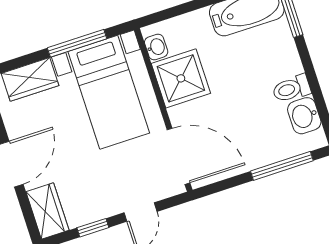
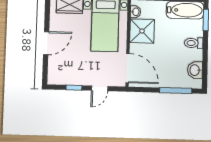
toilet: (291, 89) -> (194, 43), moved
wardrobe: (47, 211) -> (55, 72), removed

